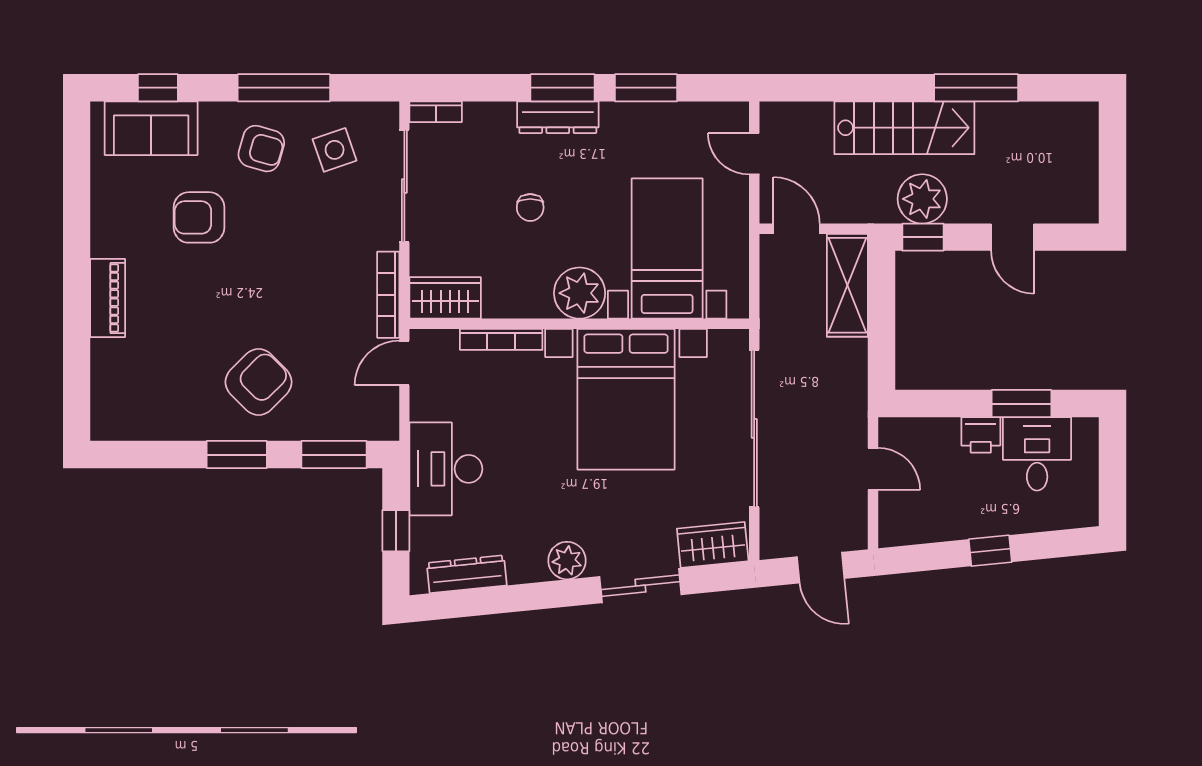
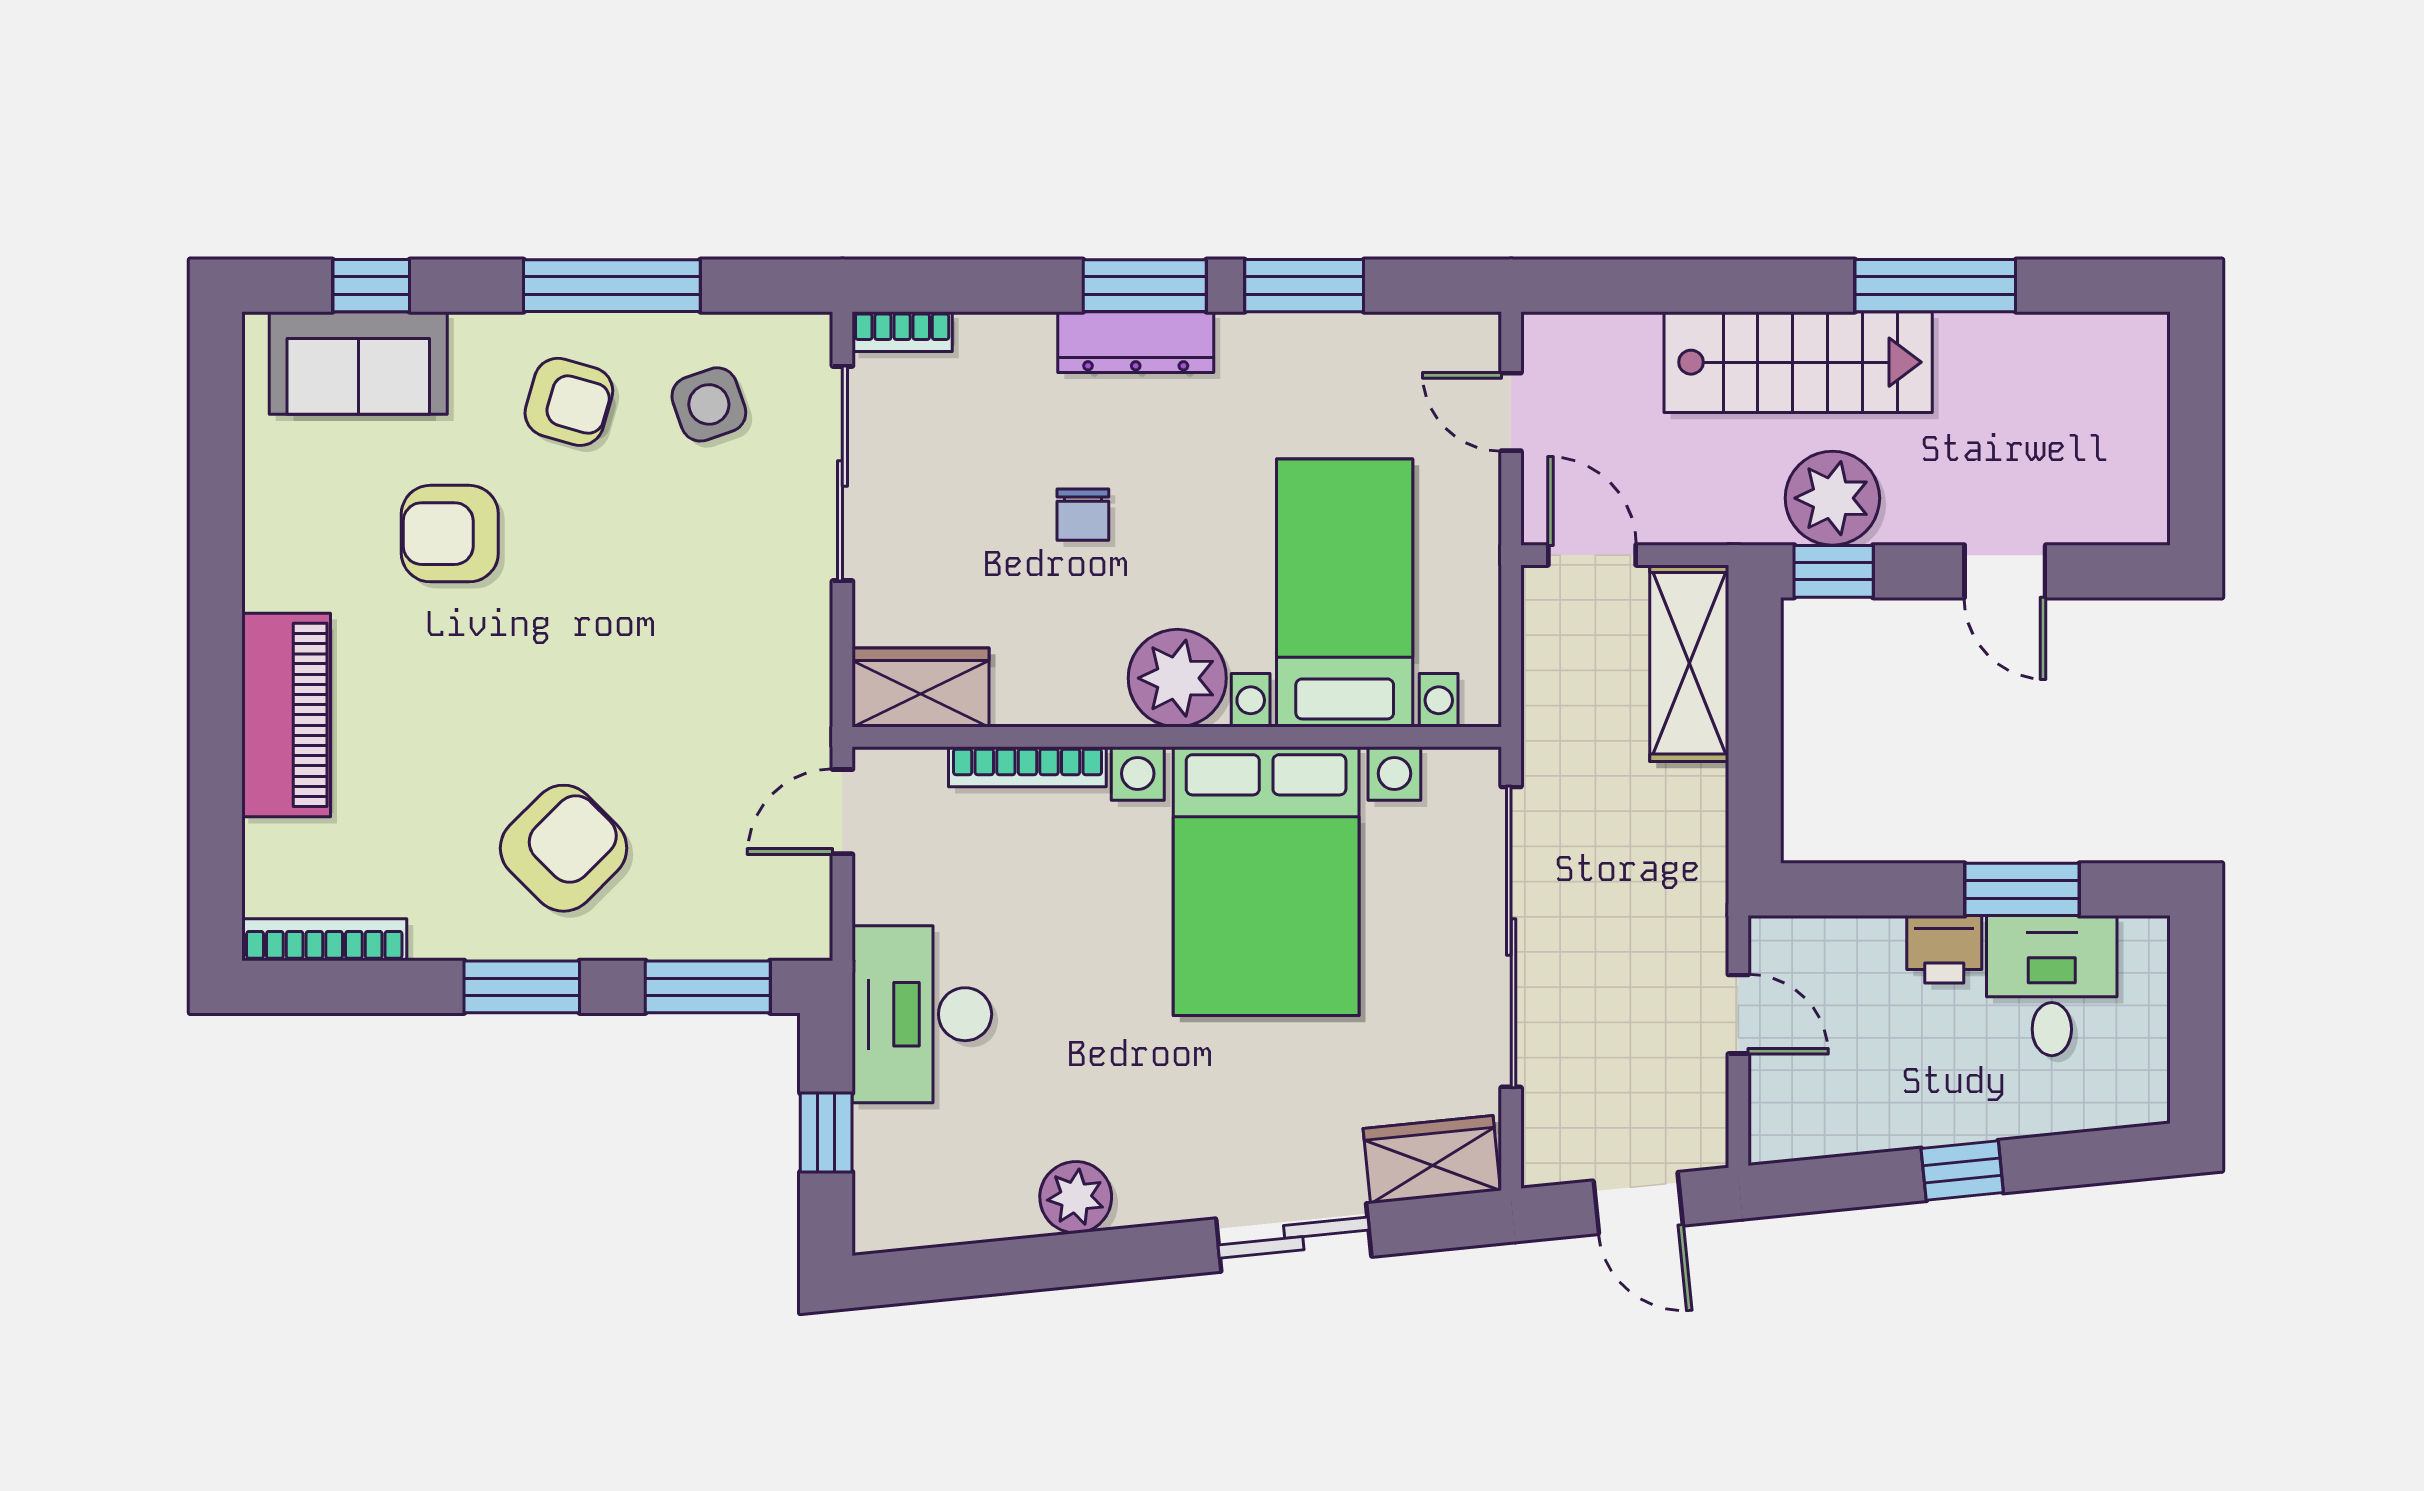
bookcase: (388, 295) -> (324, 940), moved, turned 90
piano: (108, 298) -> (286, 715), width x1.37, depth x1.33
plant: (567, 561) -> (1076, 1197), moved
dresser: (467, 574) -> (962, 1216), removed

